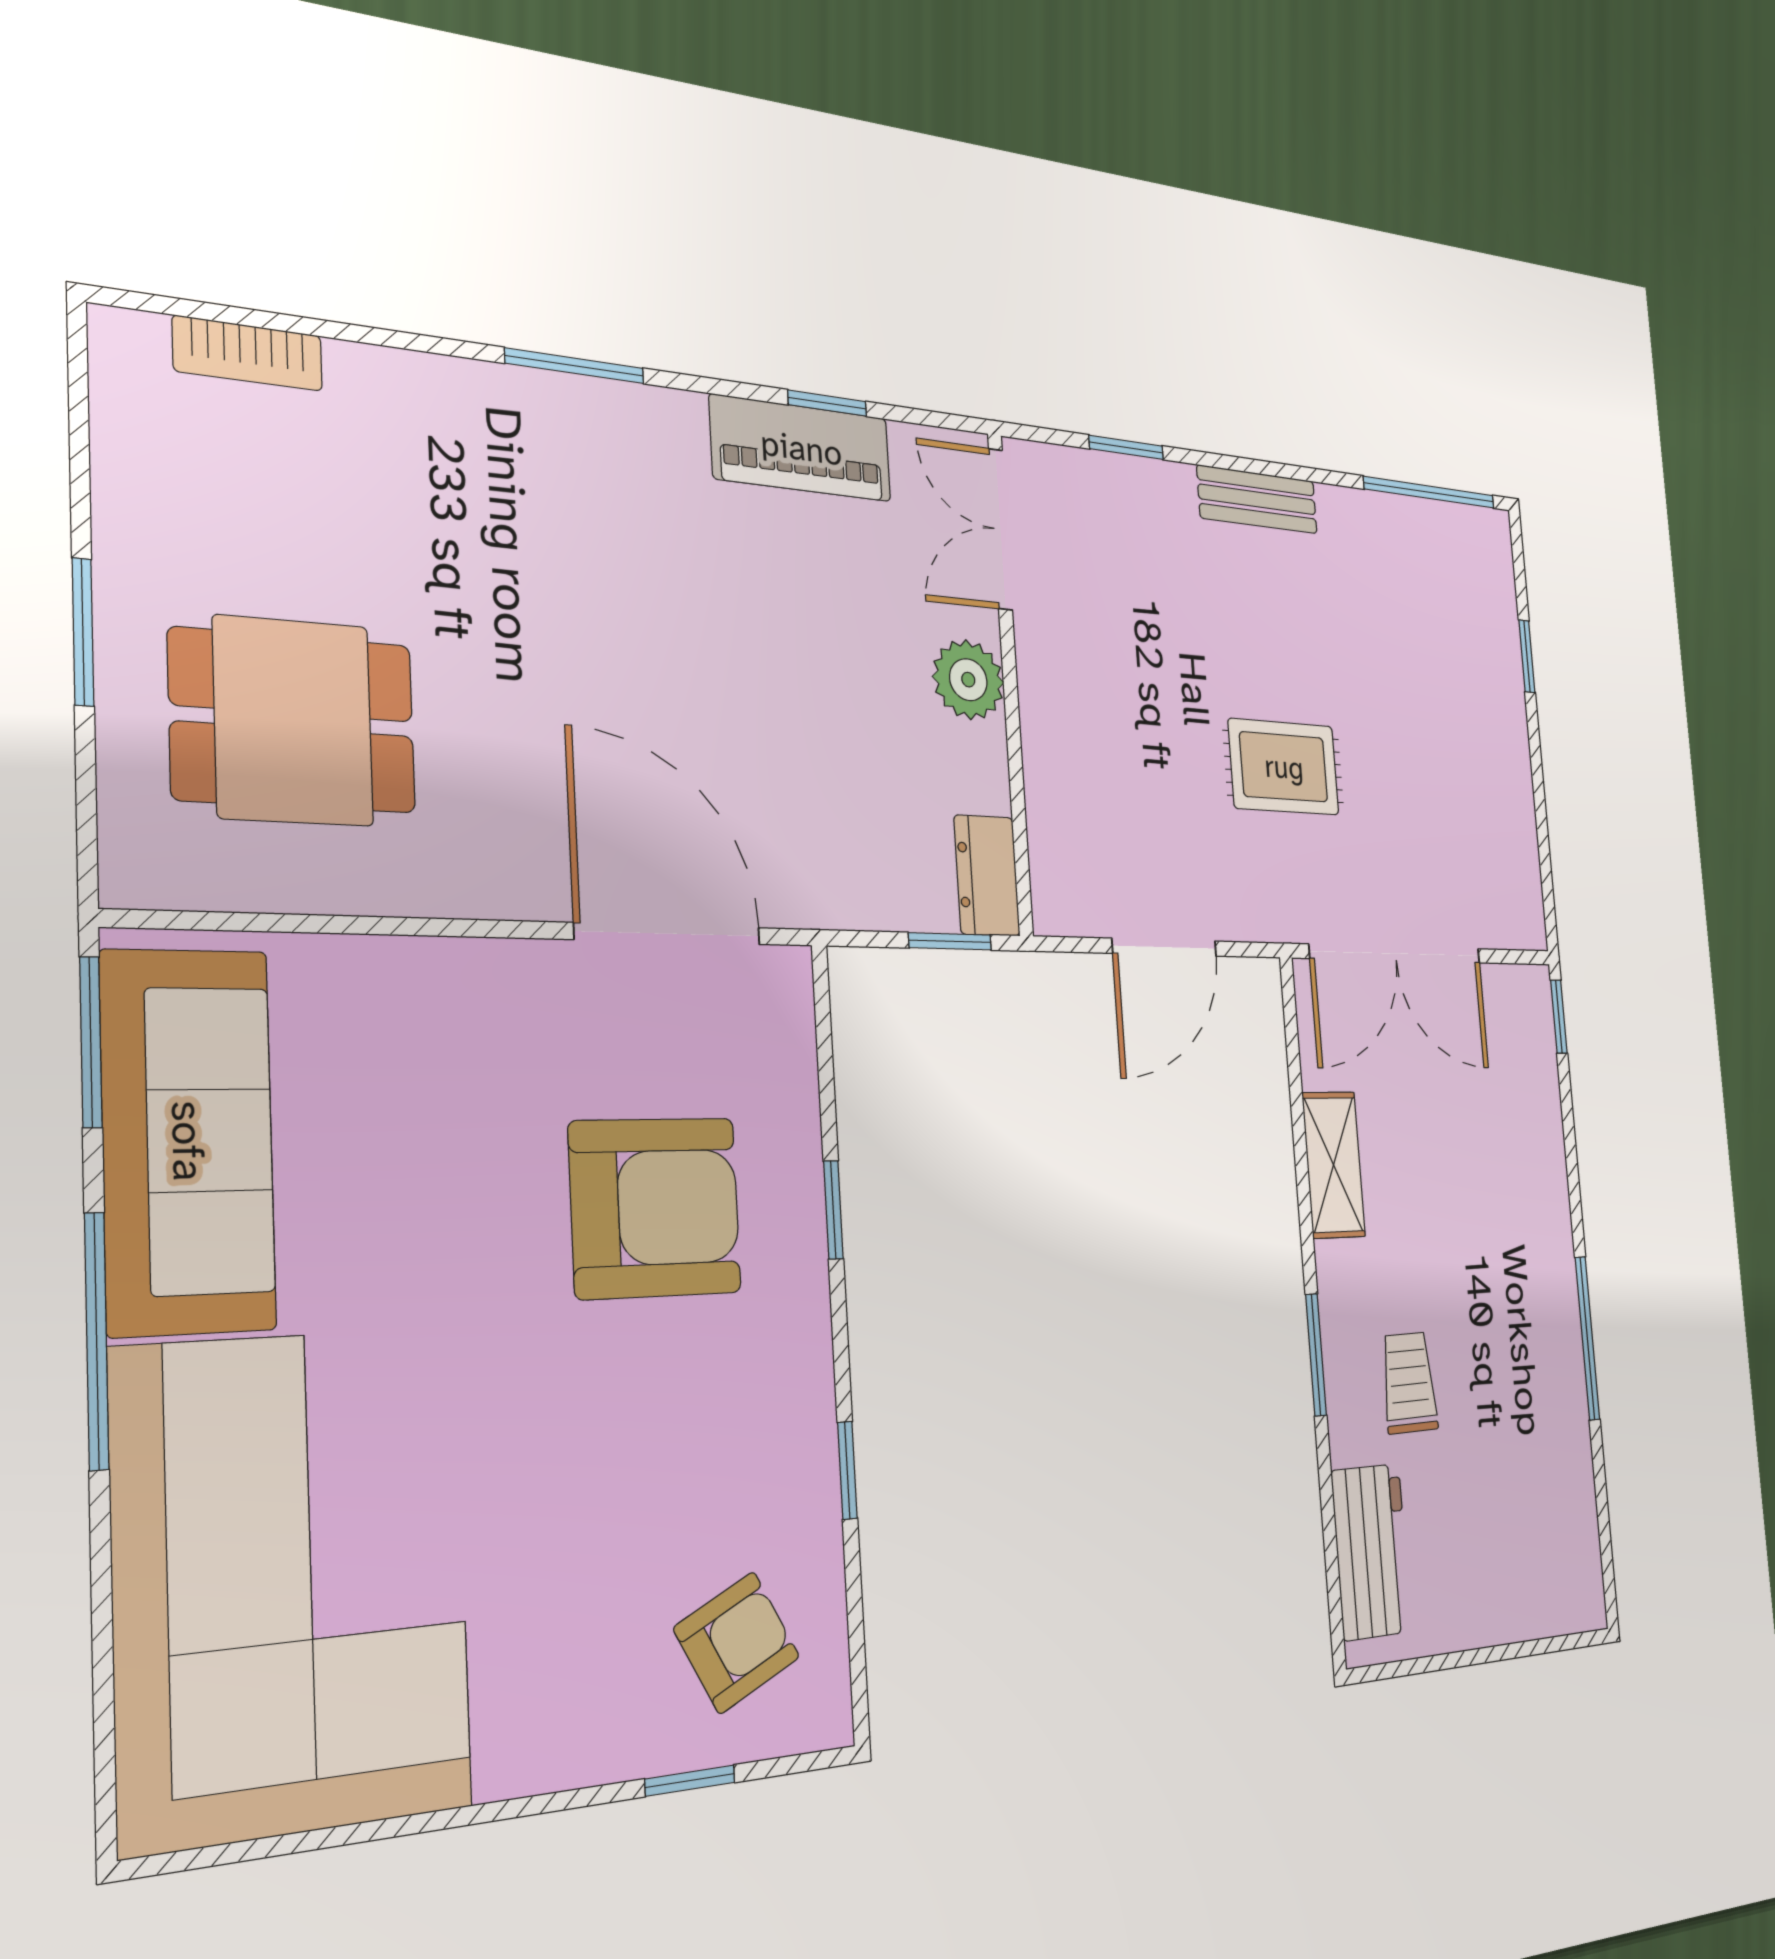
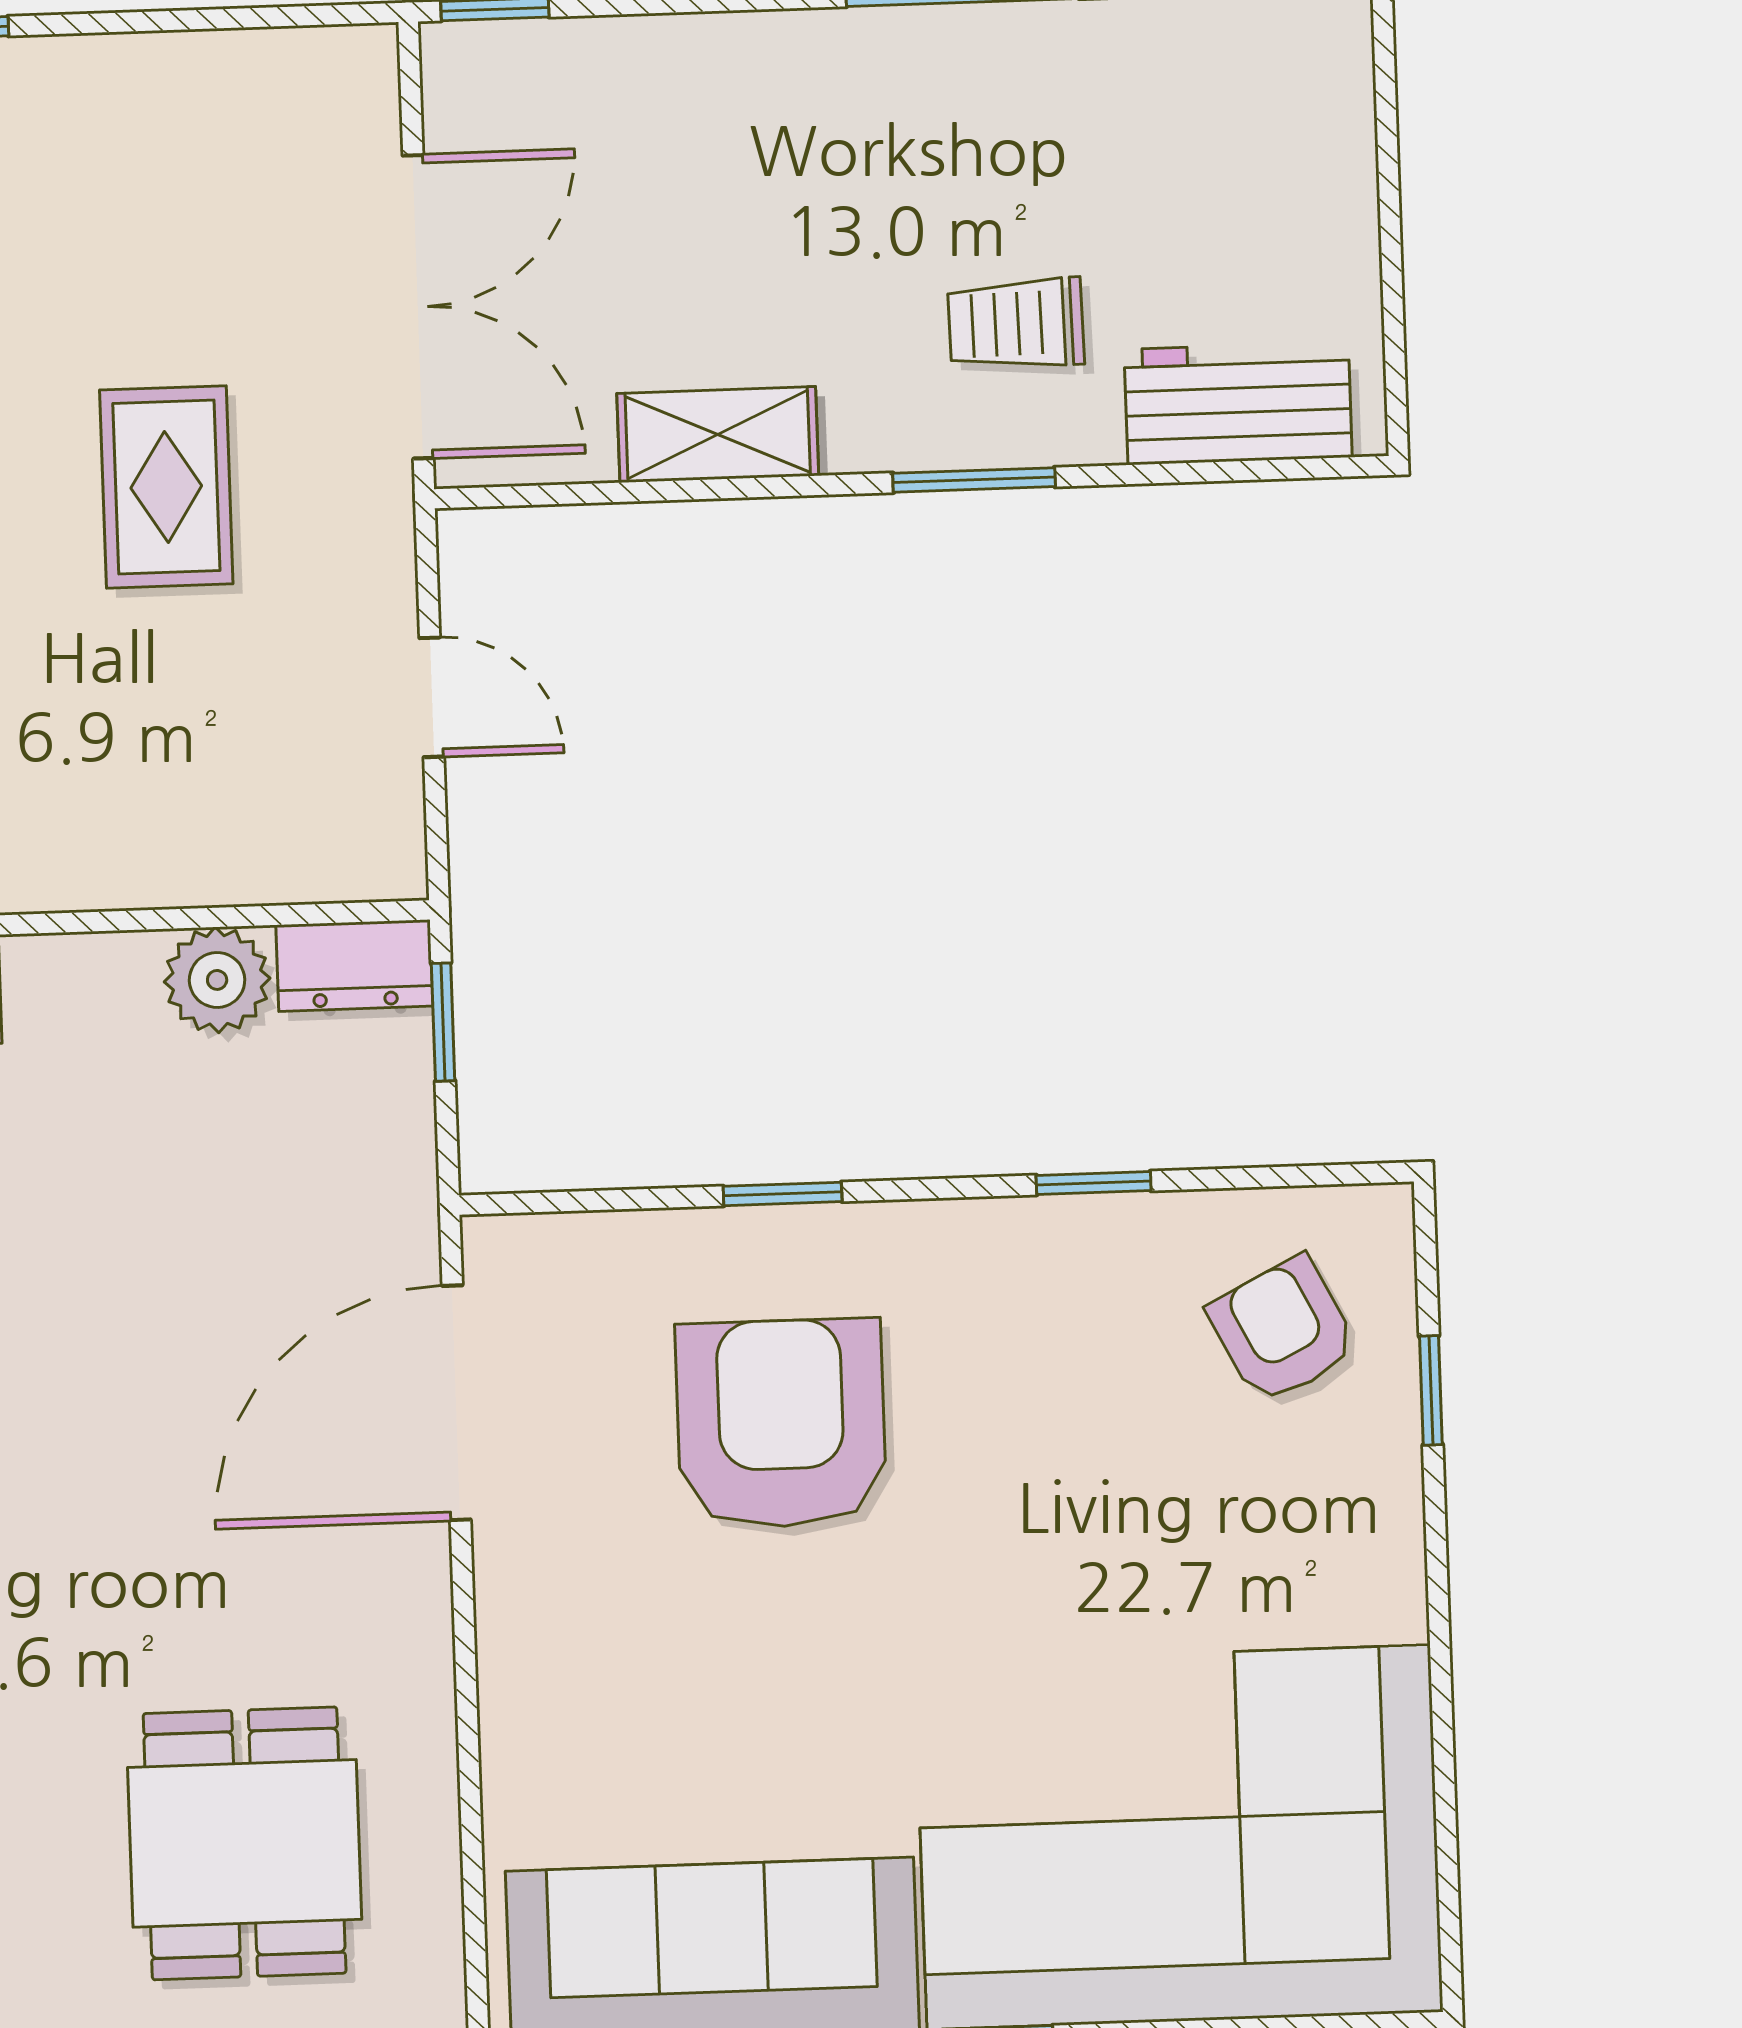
plant: (968, 680) -> (217, 980), moved
door: (1165, 947) -> (432, 697), width x0.73

